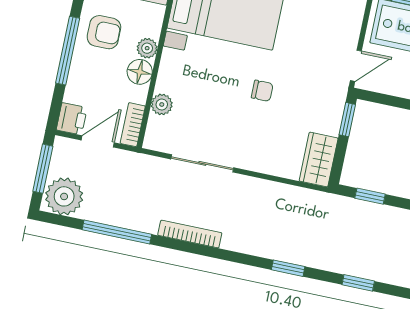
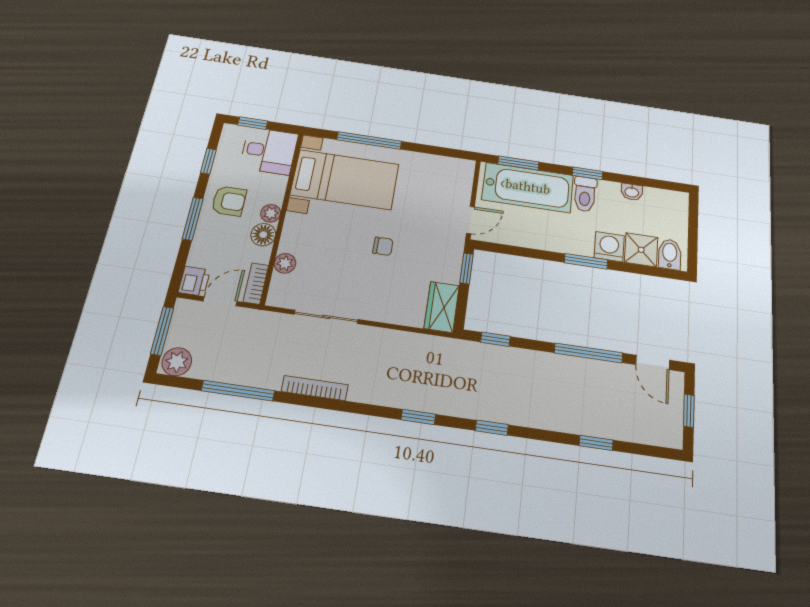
window: (68, 51) -> (193, 219), width x0.69
plant: (64, 196) -> (177, 362), width x0.73, depth x0.73

